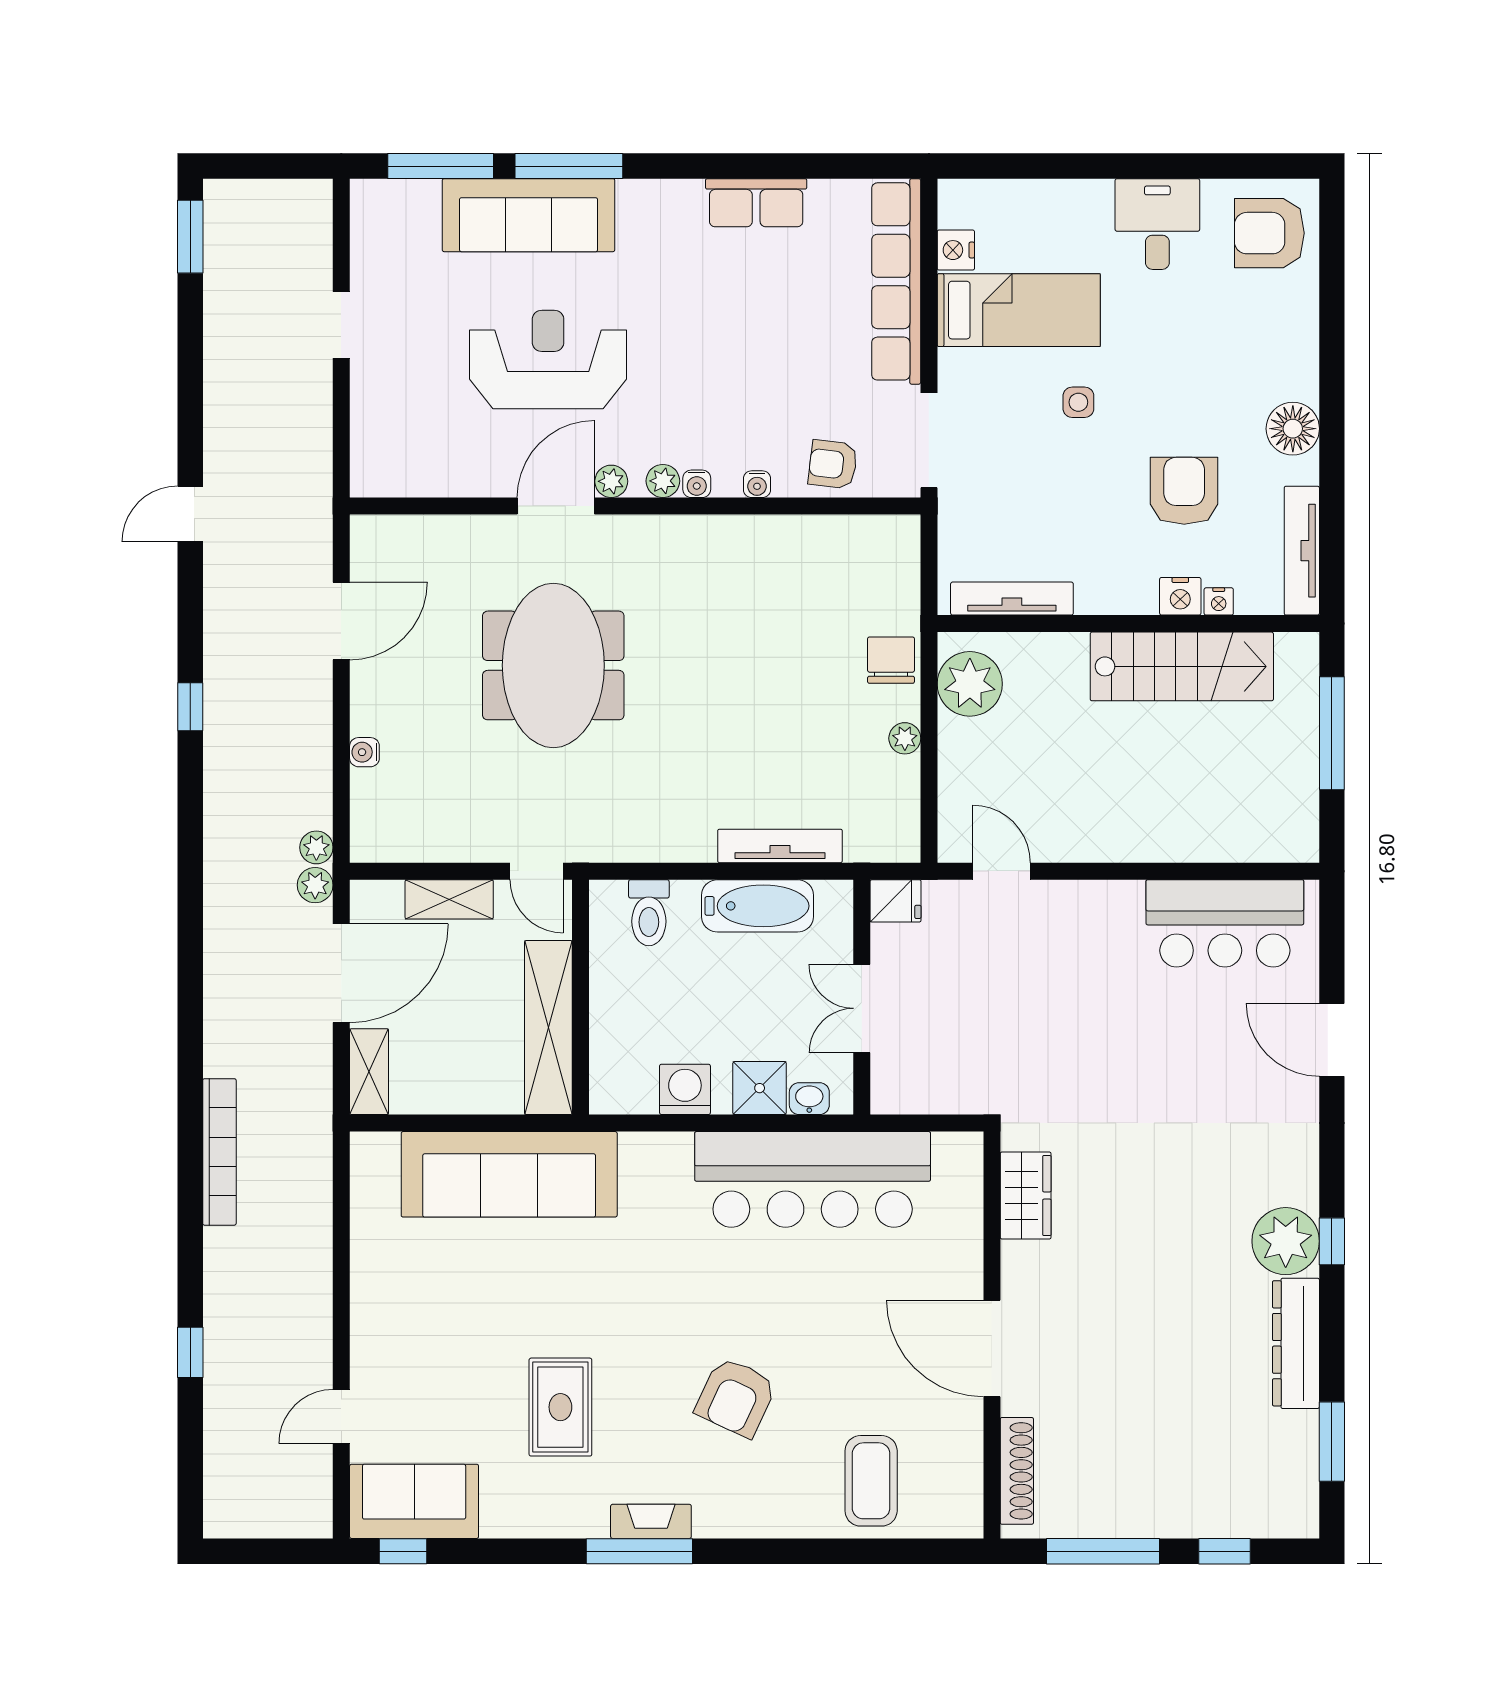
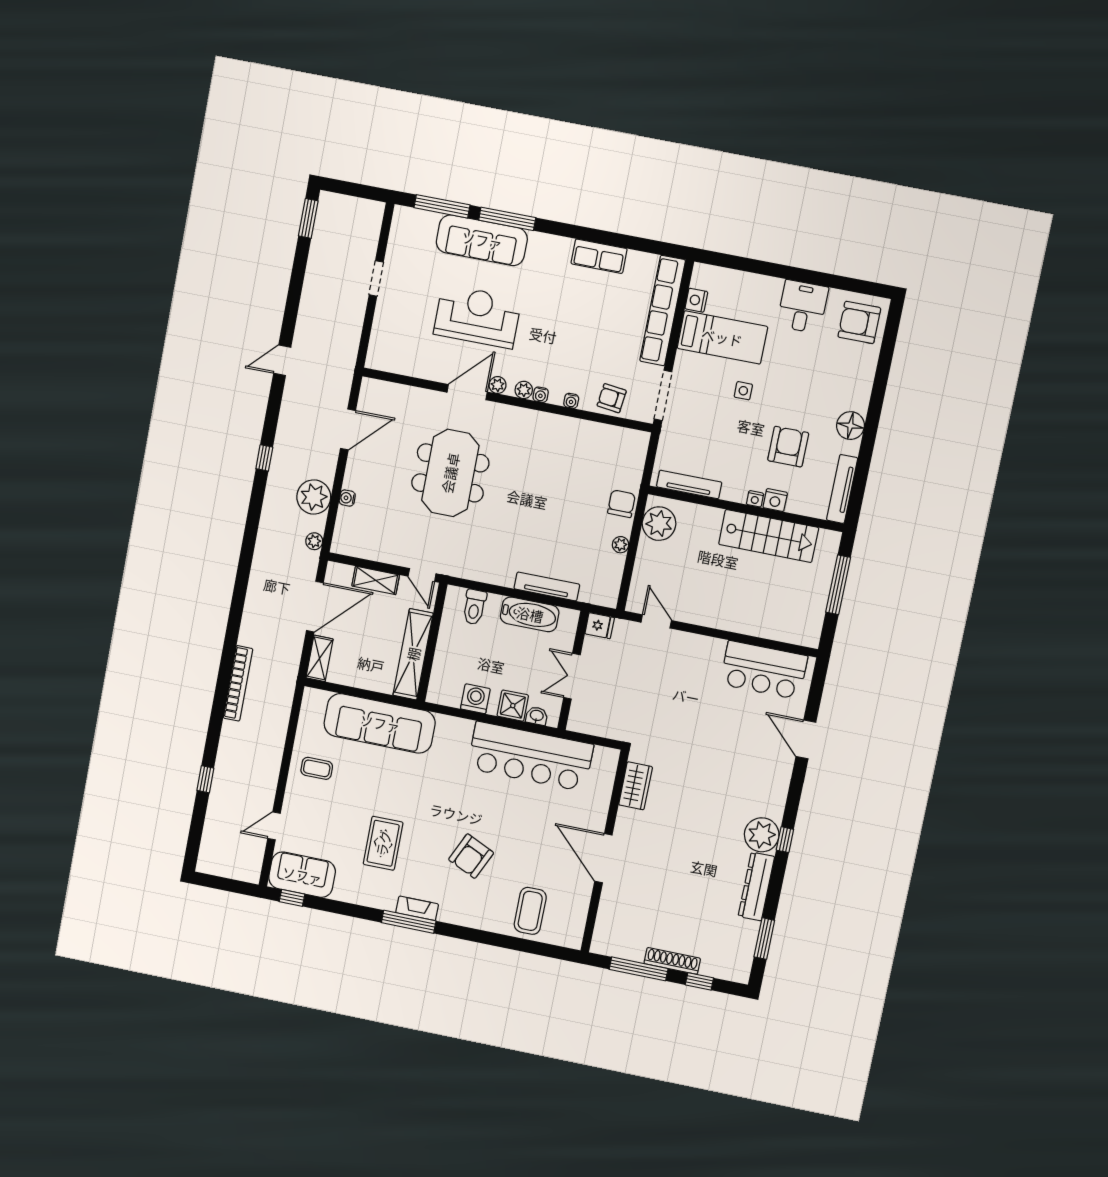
nightstand: (1219, 601) -> (755, 499), moved
plant: (315, 885) -> (314, 497), moved, width x1.87, depth x1.87
coffee table: (404, 1287) -> (317, 768), added
shoe rack: (1017, 1471) -> (672, 961), moved, turned -90

